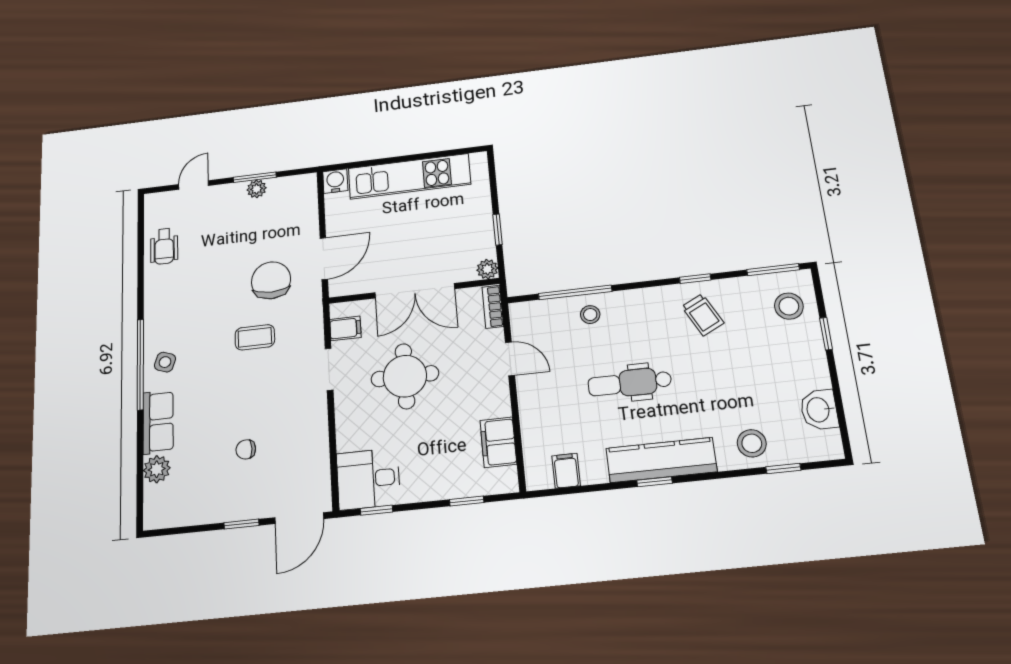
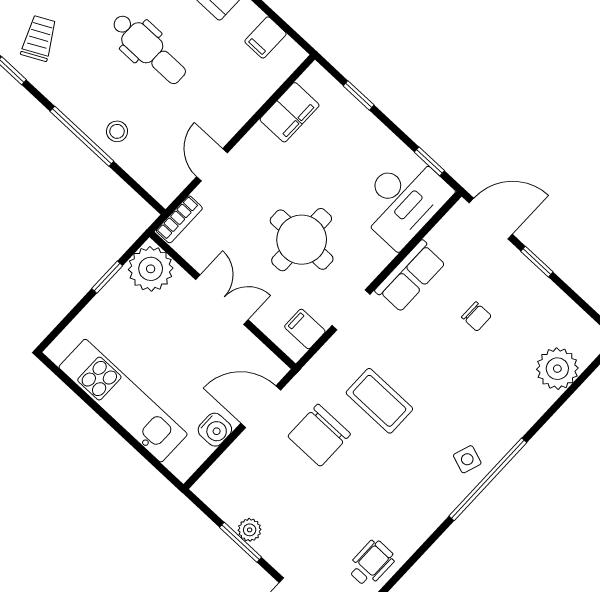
water cooler: (335, 181) -> (215, 430), moved, turned -90
plant: (487, 269) -> (151, 269), width x1.88, depth x1.88
double door: (415, 291) -> (222, 300), width x0.73
window: (575, 292) -> (82, 136), moved
coffee table: (255, 337) -> (379, 401), width x1.36, depth x1.30
row of seats: (158, 422) -> (410, 276), moved, turned 180
plant: (157, 469) -> (557, 369), width x1.36, depth x1.36
desk: (368, 479) -> (403, 200), width x1.37

